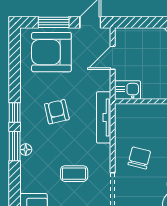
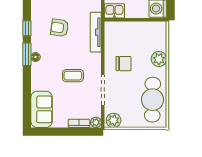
armchair: (57, 112) -> (60, 28), turned -69
chair: (139, 158) -> (123, 64), turned 76

